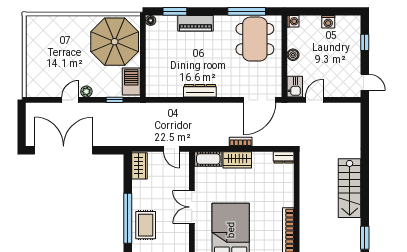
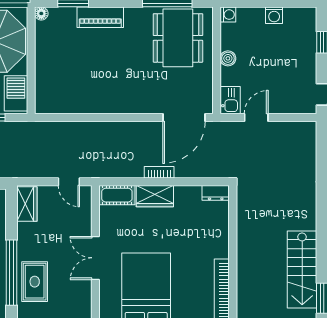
dresser: (200, 91) -> (106, 106), removed
stairs: (350, 188) -> (302, 269), moved

